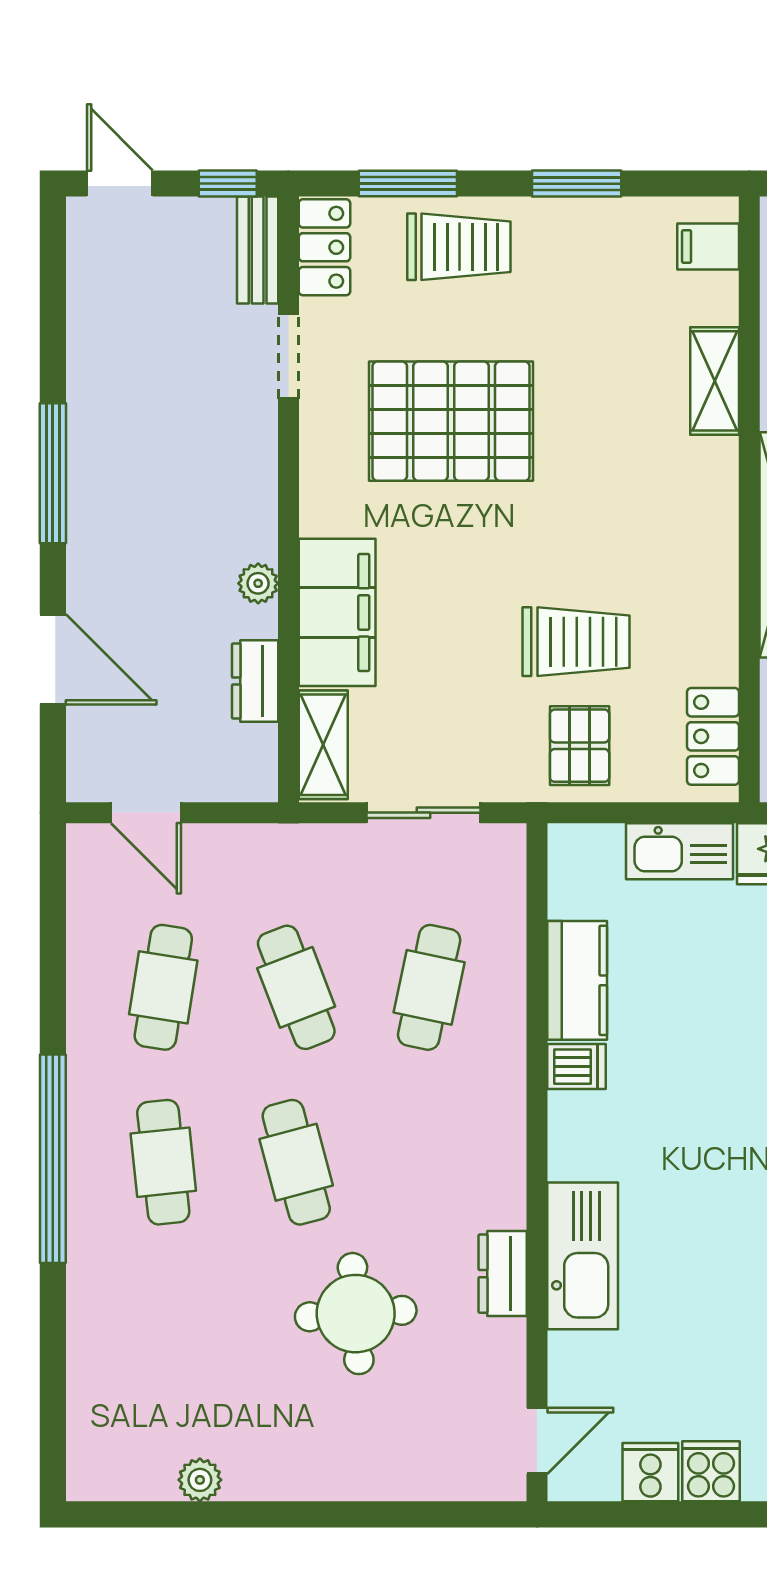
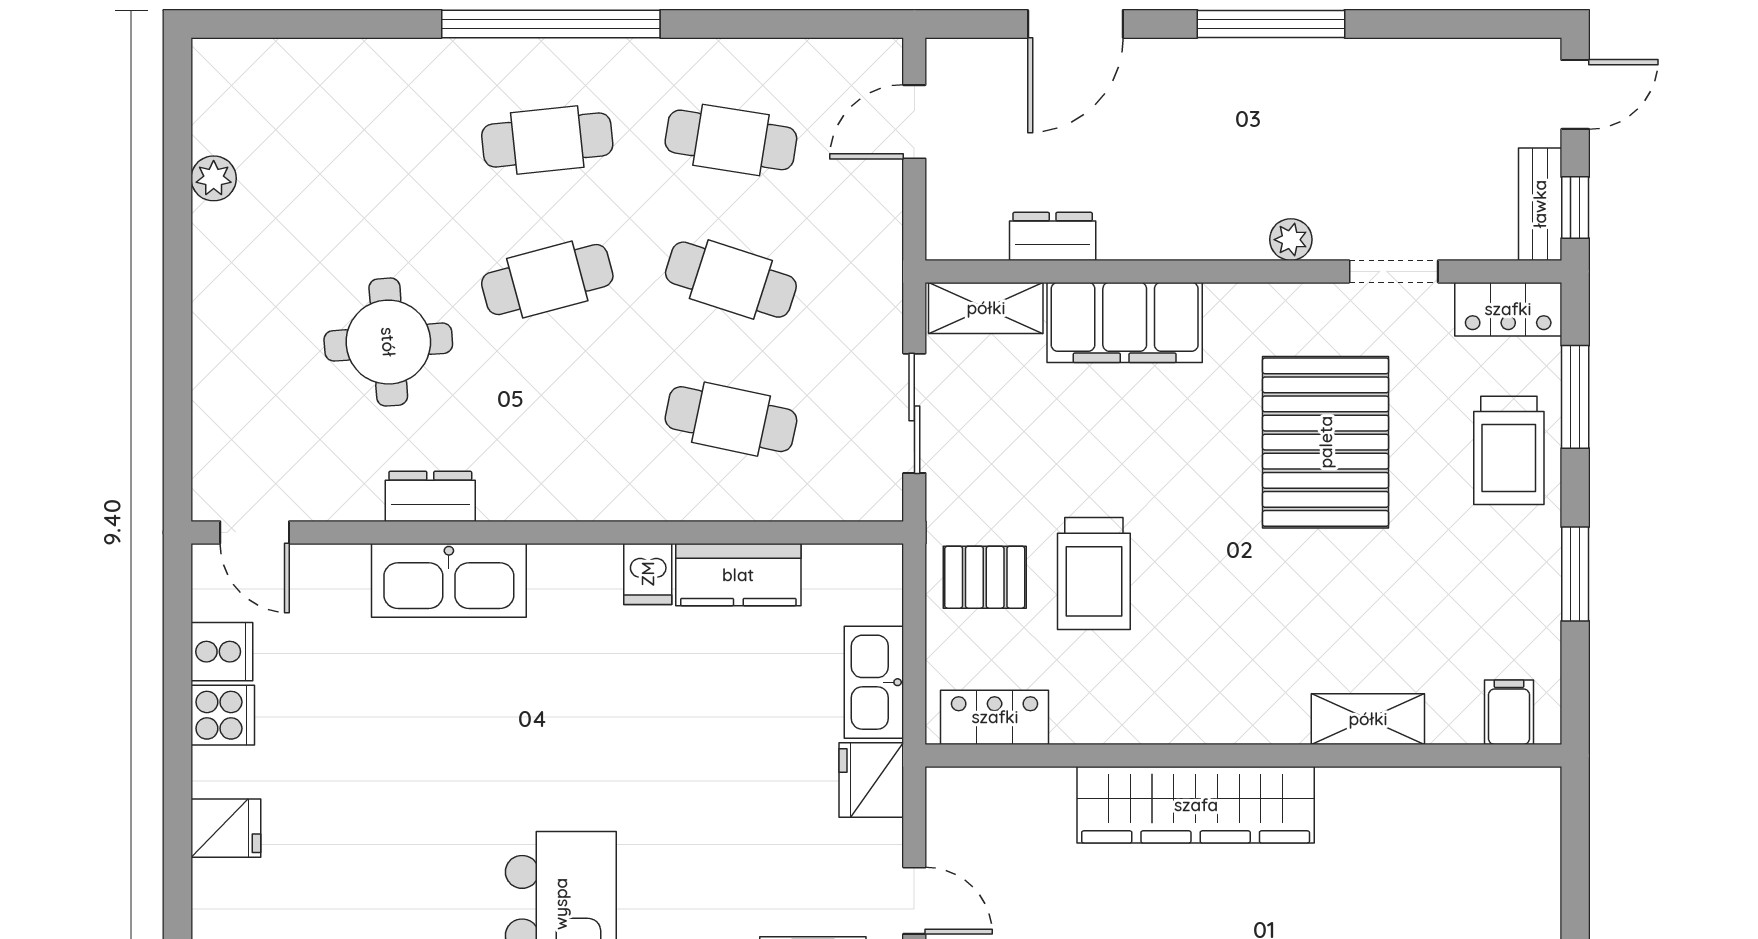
bench: (258, 250) -> (1540, 204), moved, turned 90
plant: (258, 583) -> (1291, 240), moved
cafe table: (296, 987) -> (731, 280), turned 39

